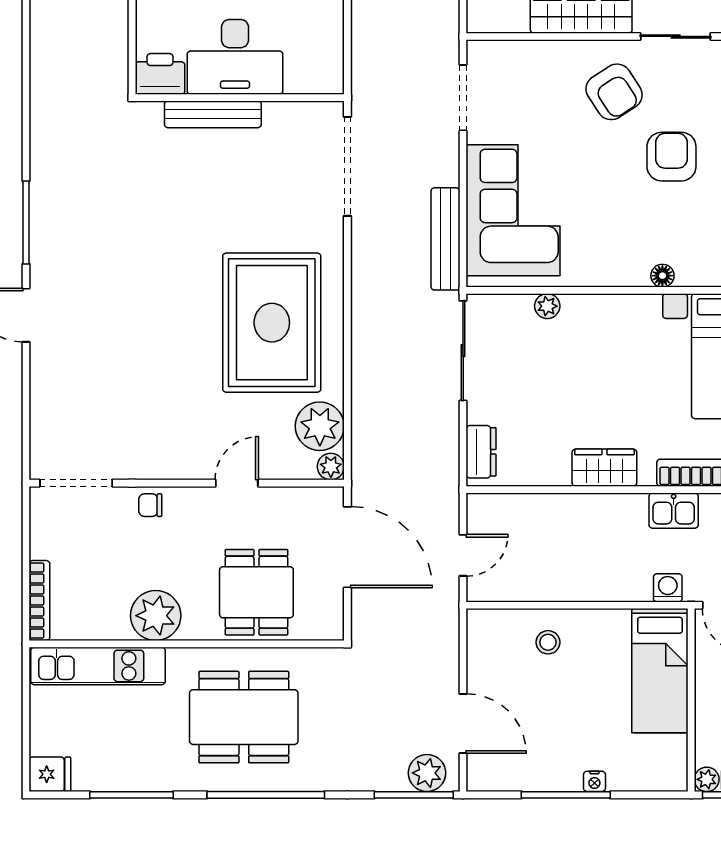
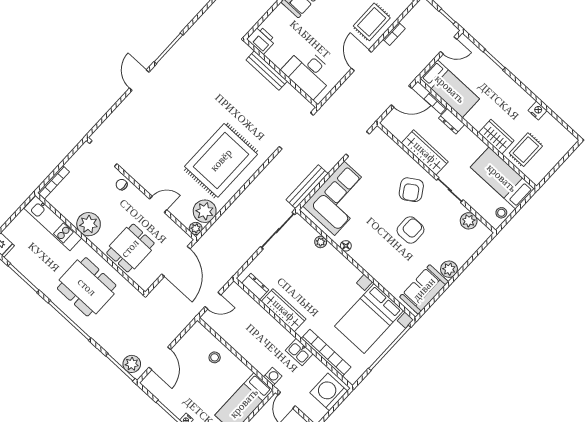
desk: (235, 57) -> (308, 72), moved
floor lamp: (662, 276) -> (346, 246), moved
dresser: (481, 452) -> (255, 287), moved, turned -90
wardrobe: (604, 468) -> (284, 310), width x1.50

